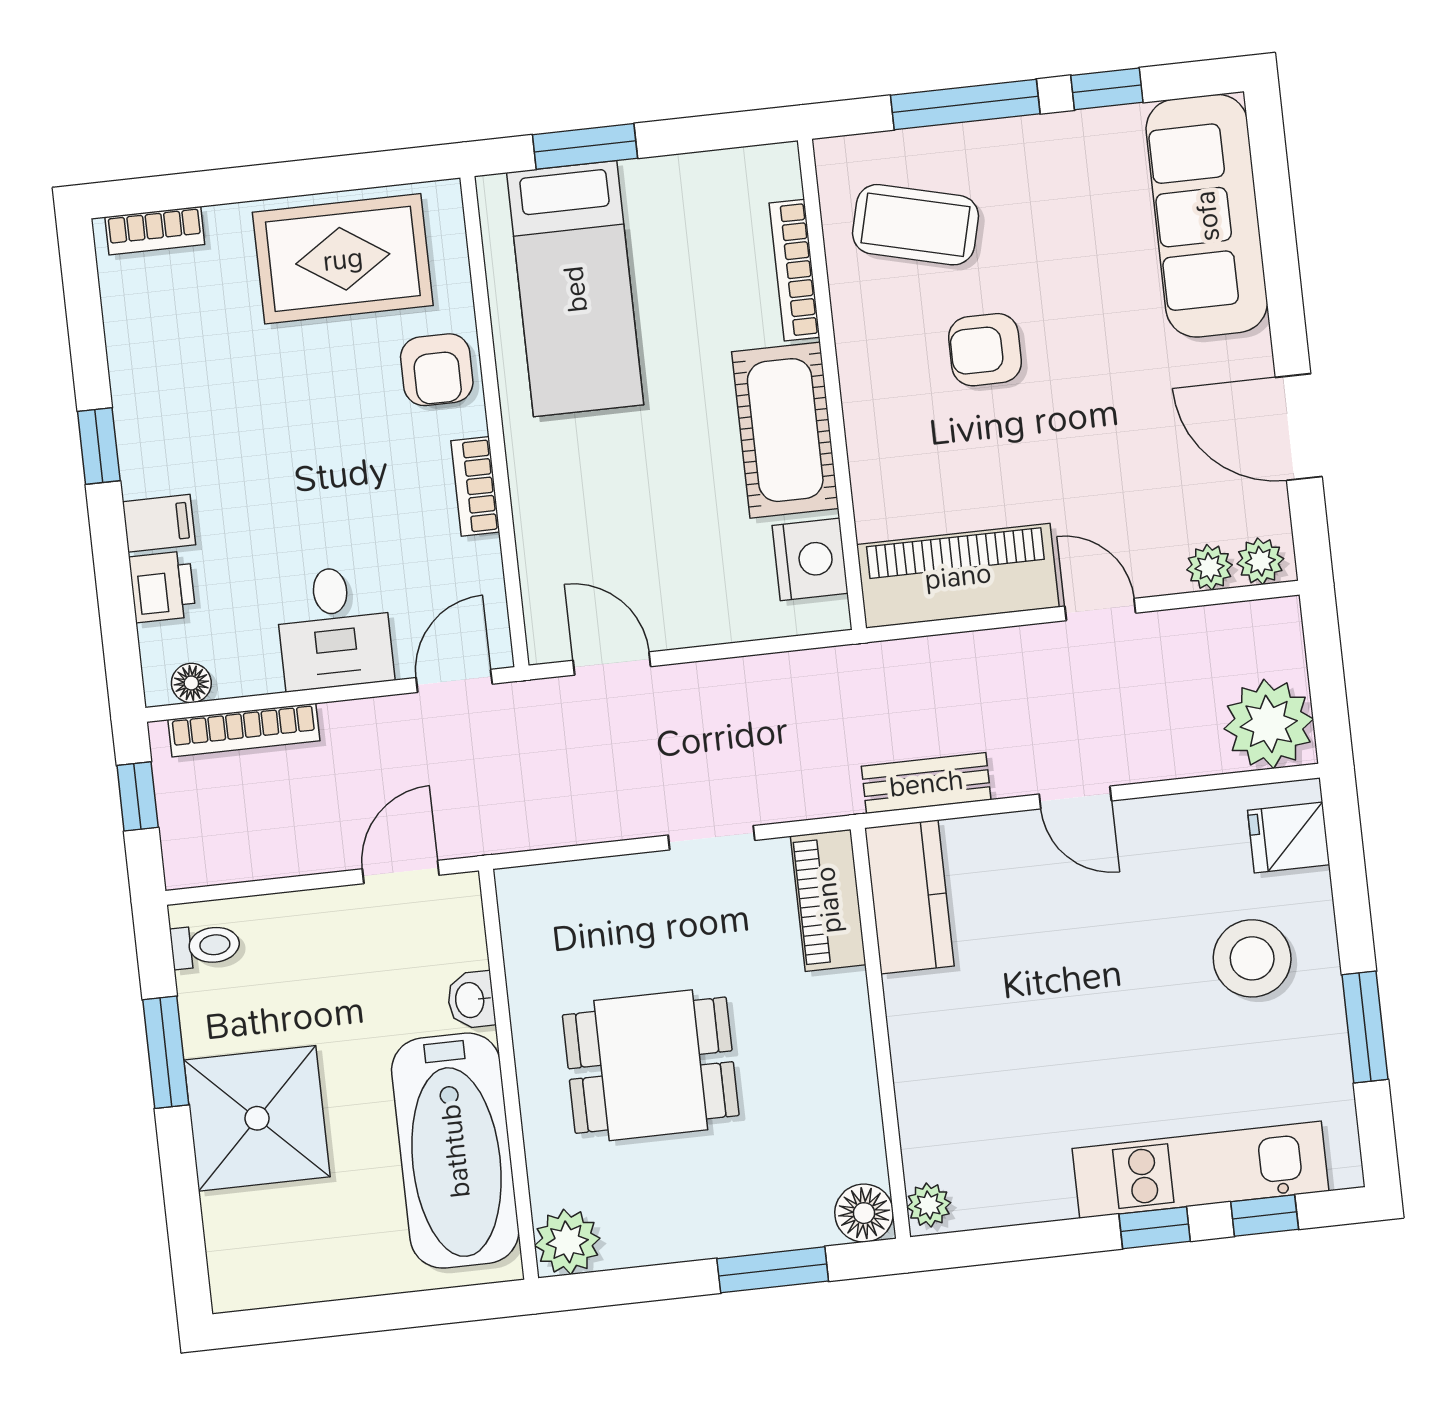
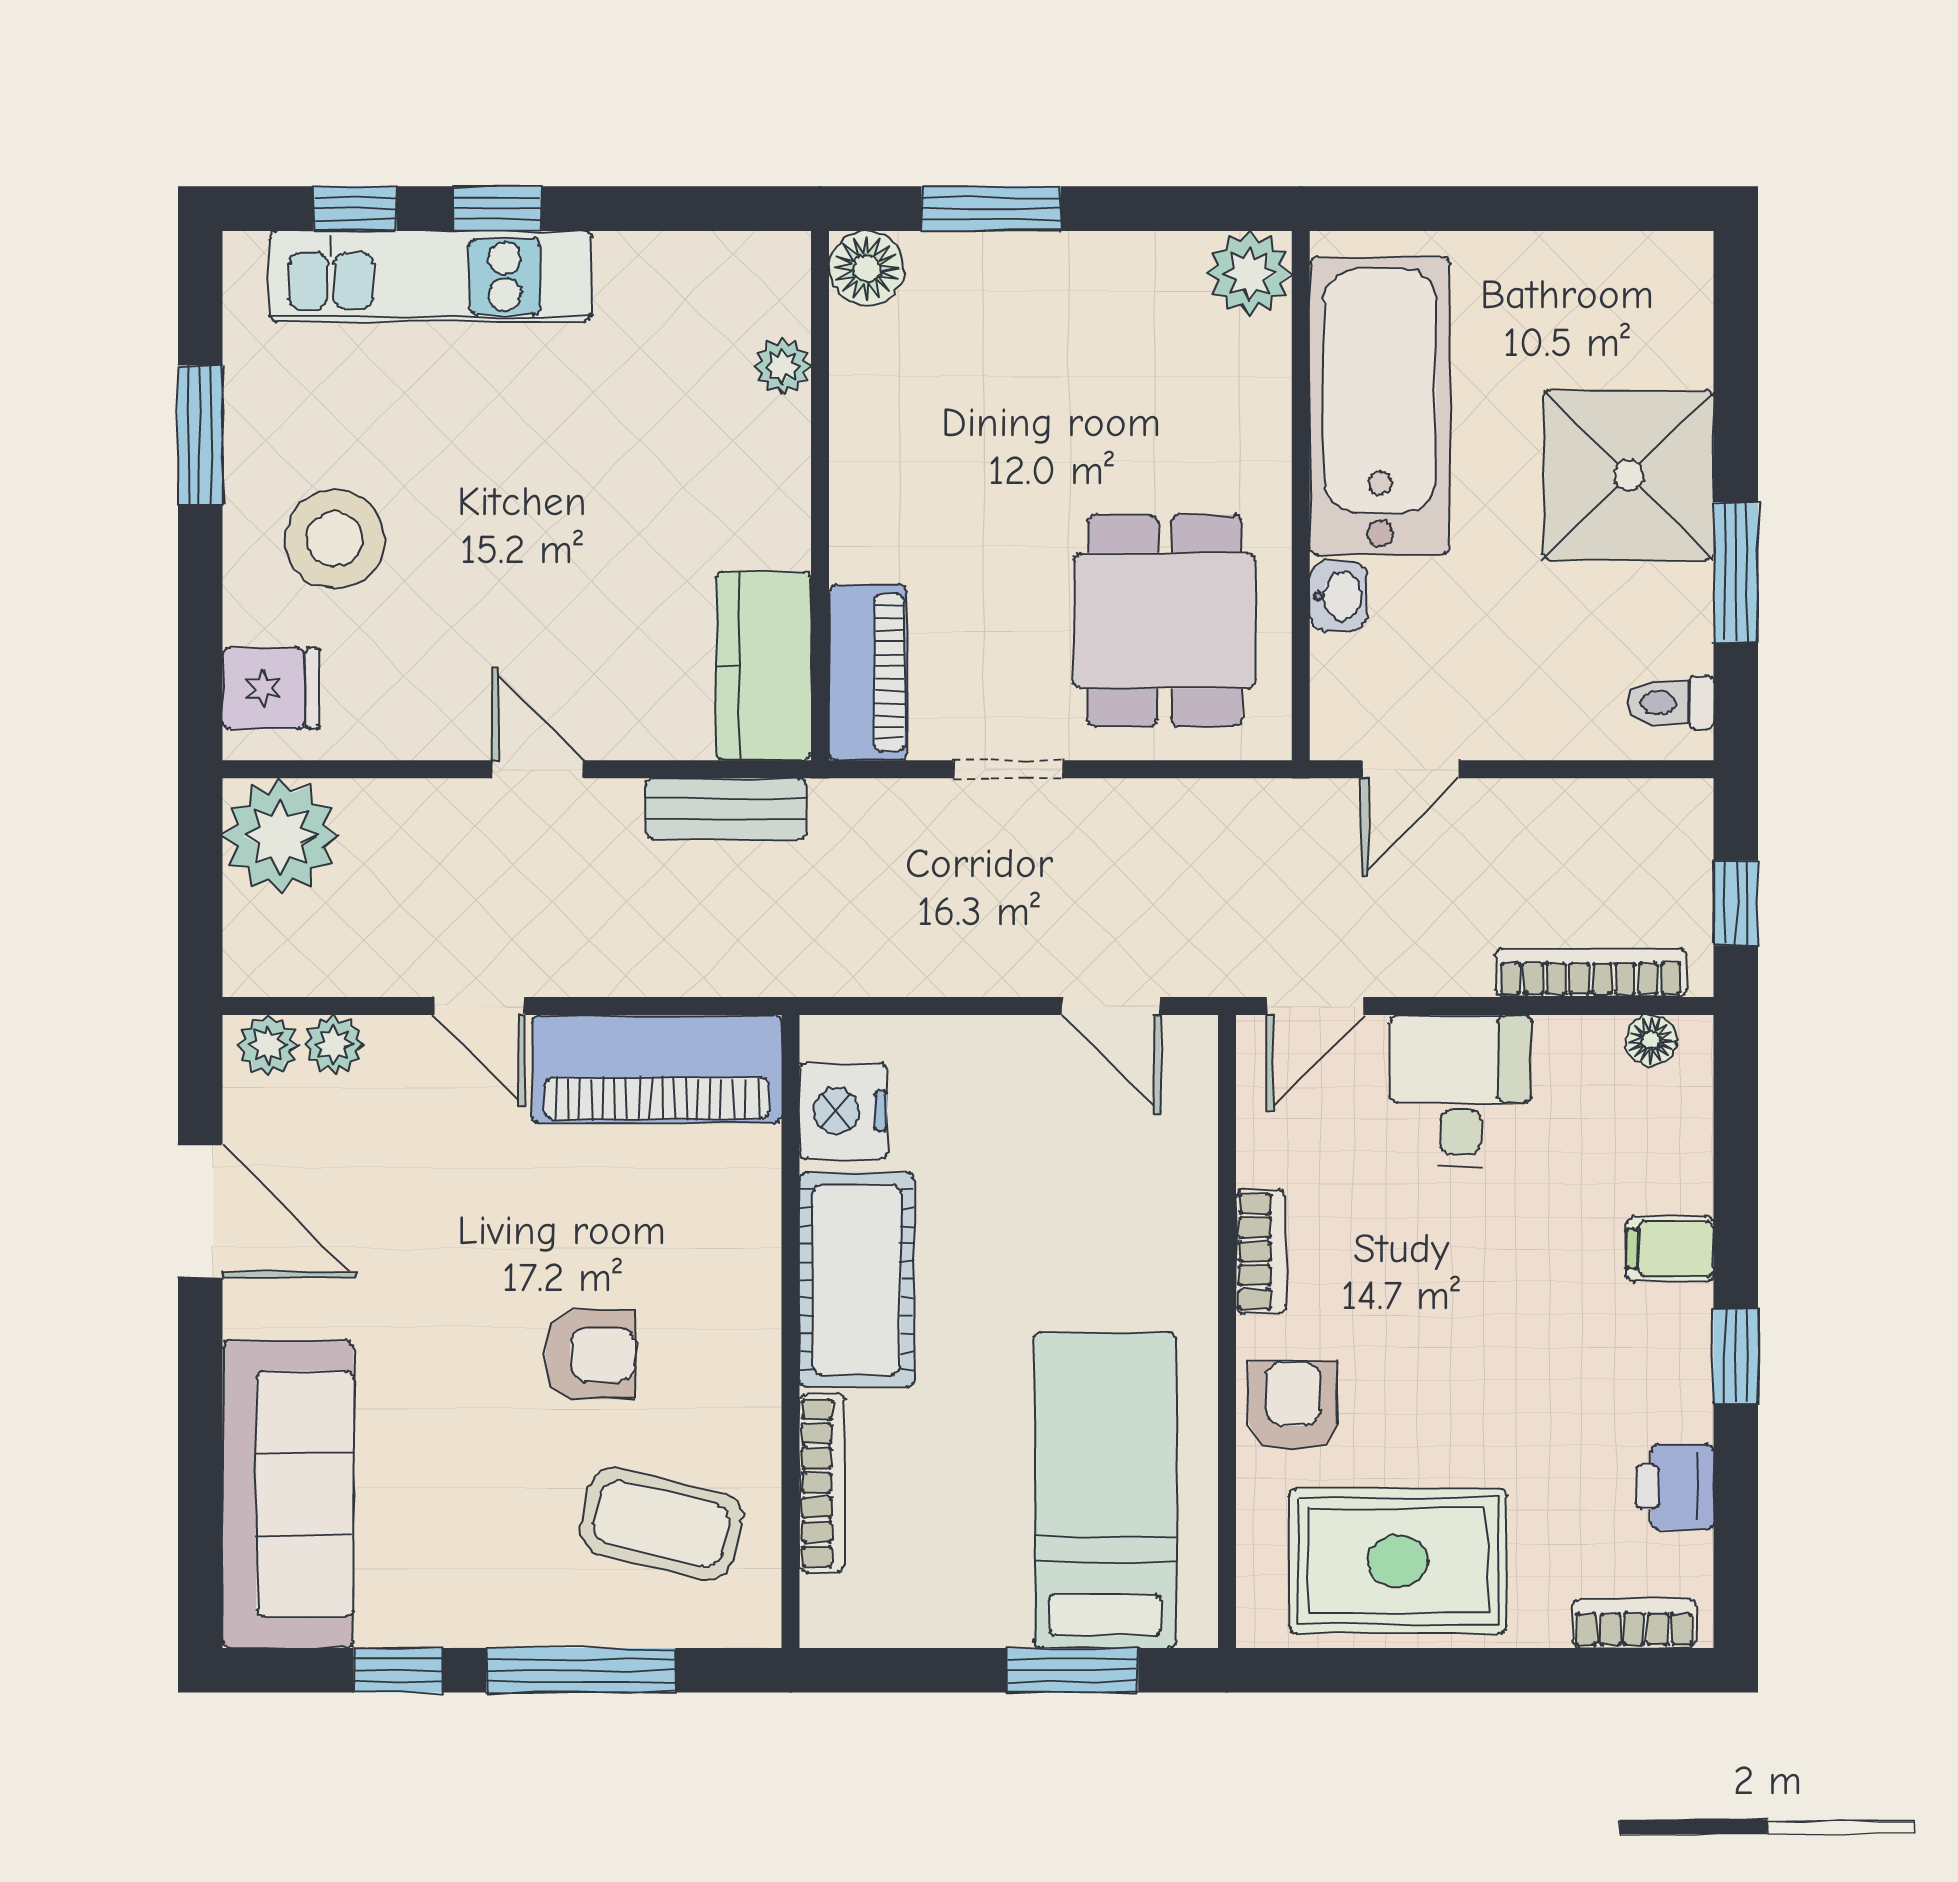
printer: (162, 587) -> (1675, 1487), moved
dining table: (651, 1065) -> (1165, 621), moved, turned 90
plant: (929, 1205) -> (783, 367), moved

